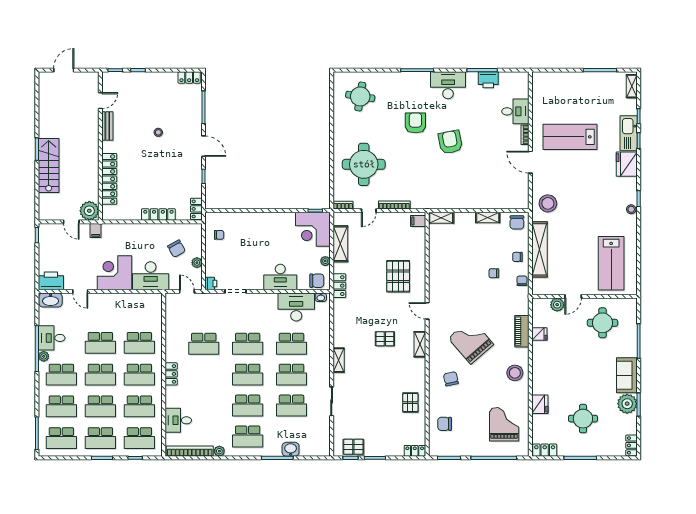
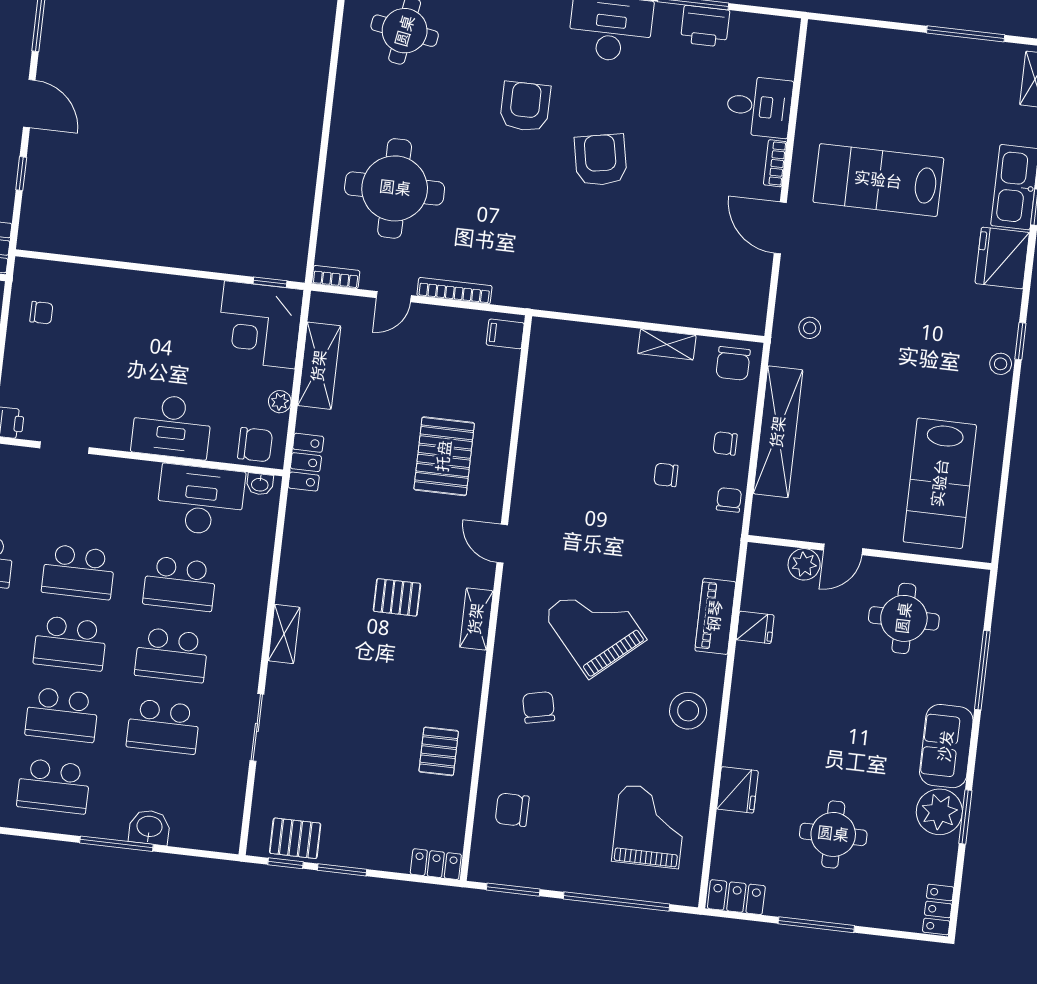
stool: (548, 203) -> (810, 328), width x0.53, depth x0.53
shelving: (441, 218) -> (559, 332), removed

